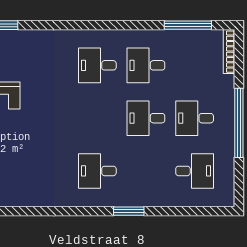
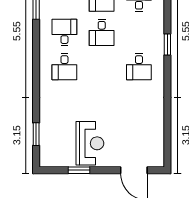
desk: (146, 65) -> (64, 32), turned 180

